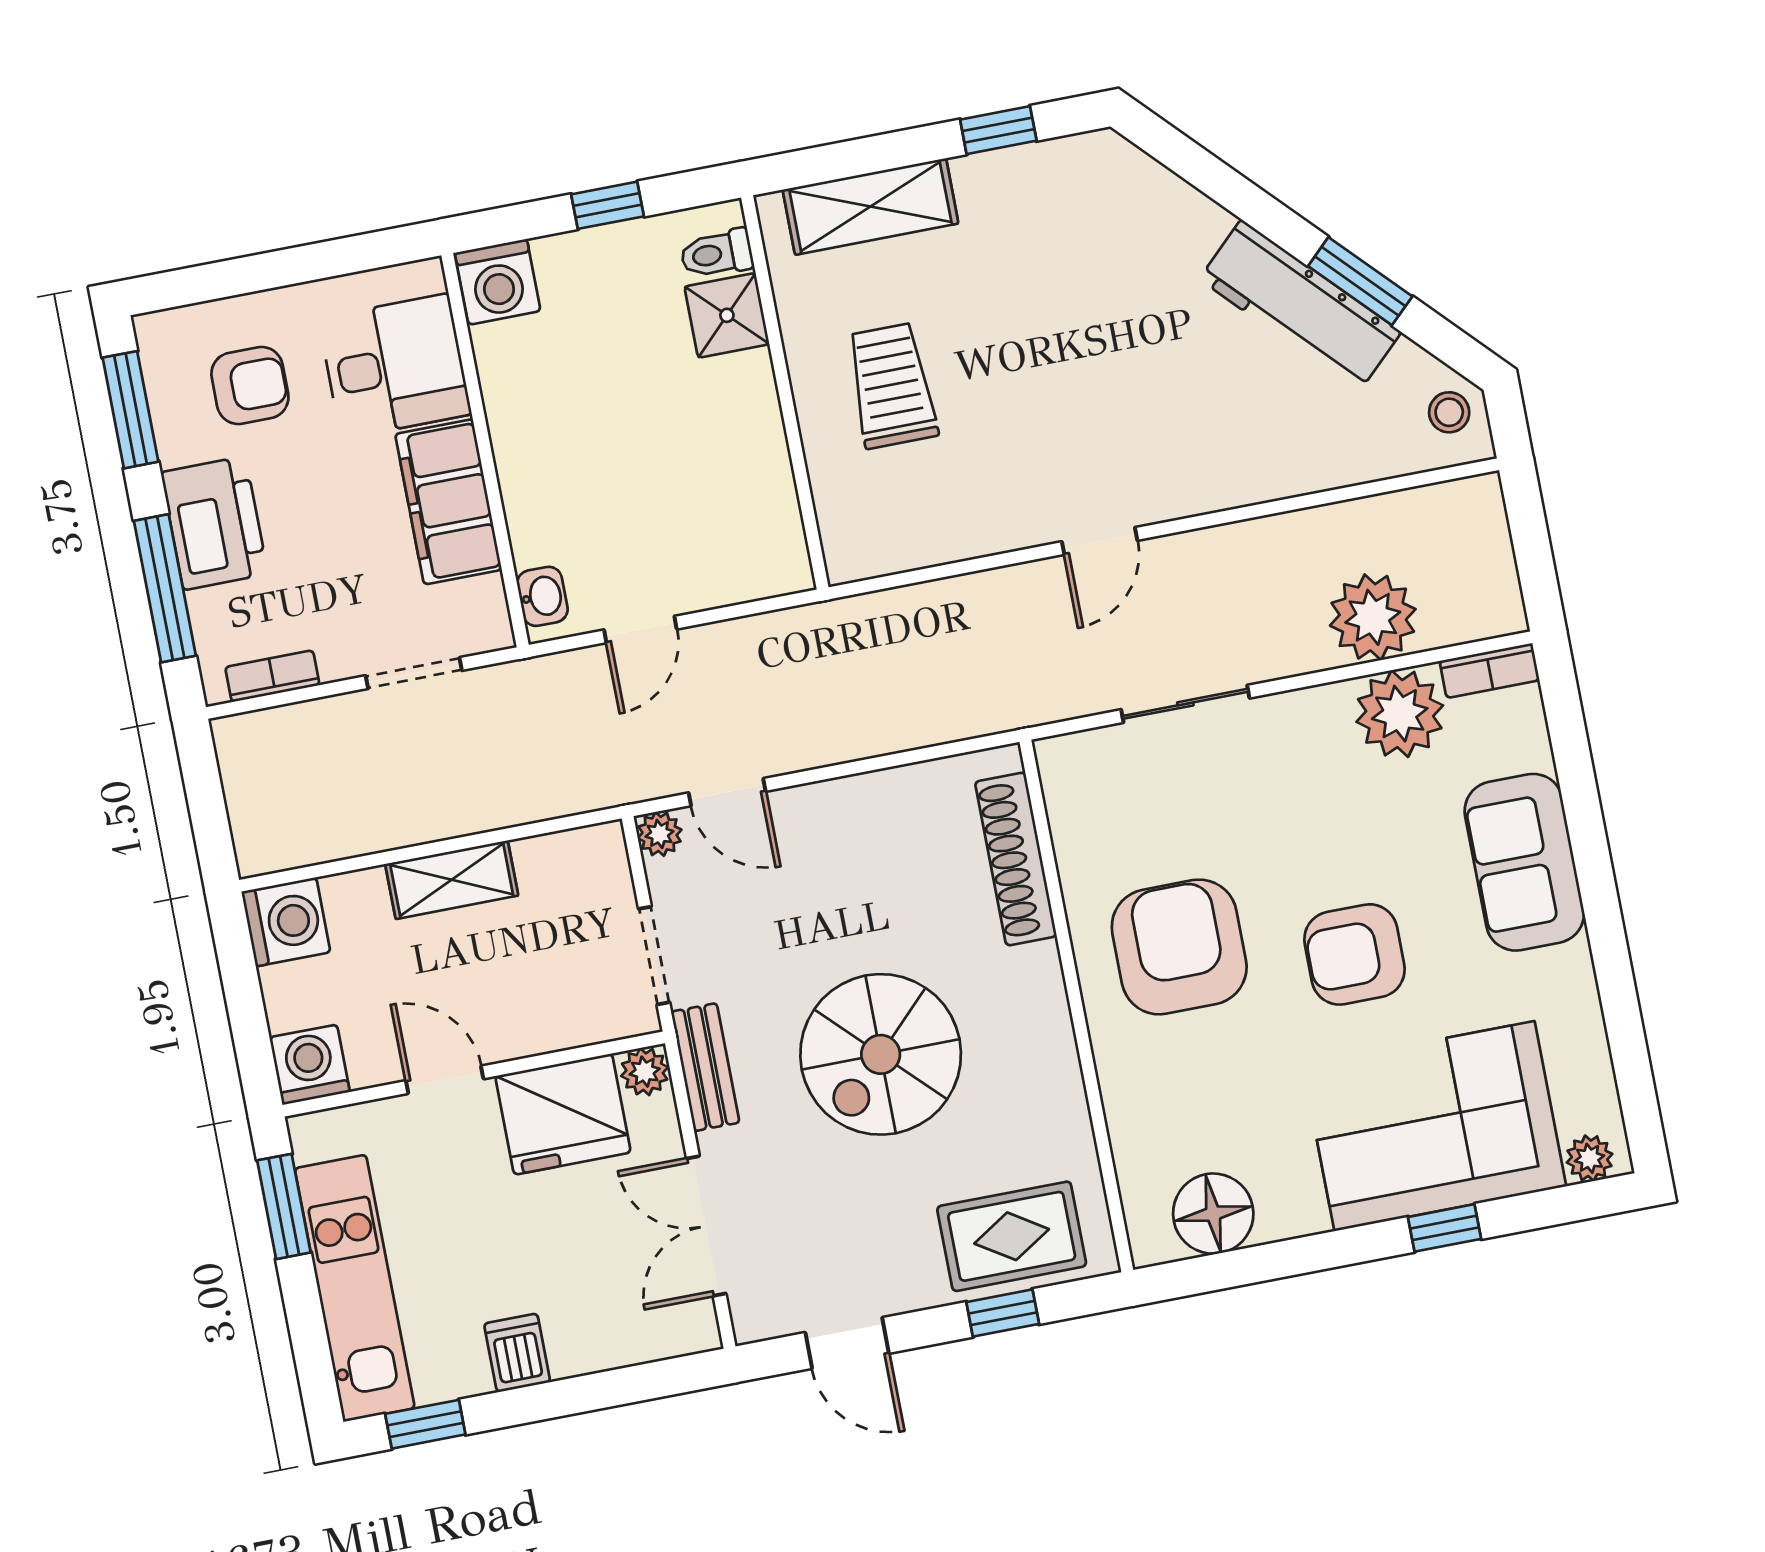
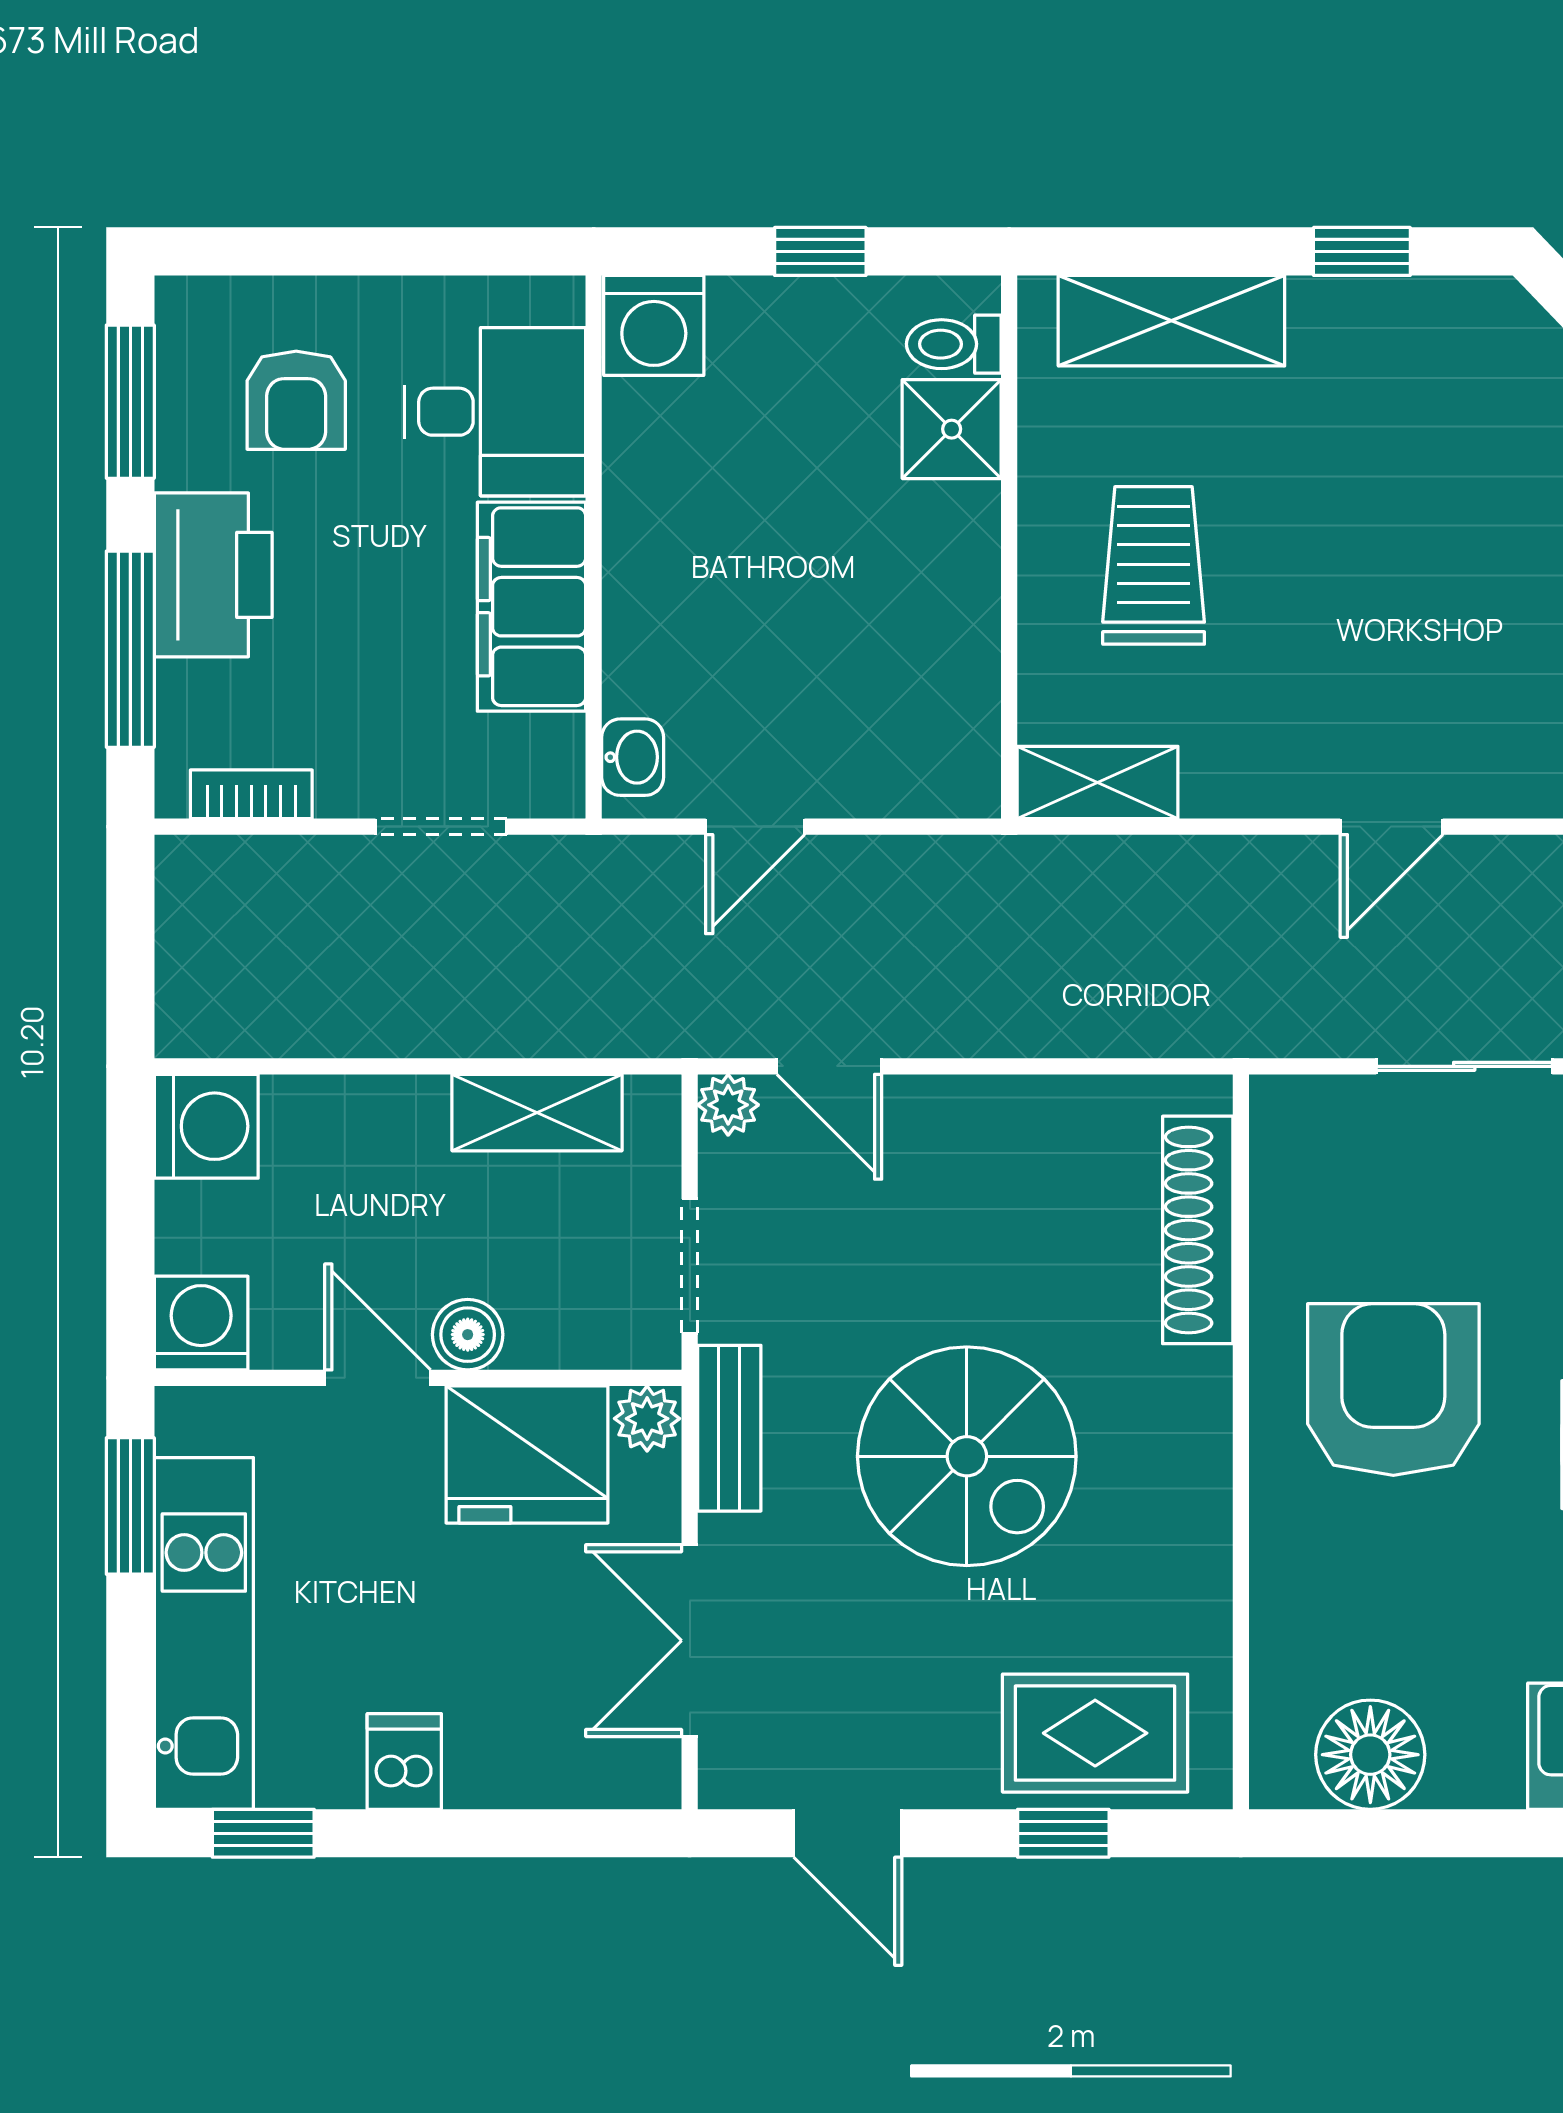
armchair: (250, 386) -> (296, 400), turned 90
shelving: (881, 550) -> (1098, 782), added
shelving: (452, 880) -> (537, 1113), moved
boiler: (504, 1036) -> (468, 1335), added
spiral stairs: (881, 1054) -> (967, 1456), turned -90

